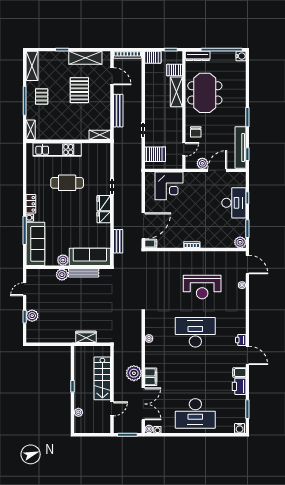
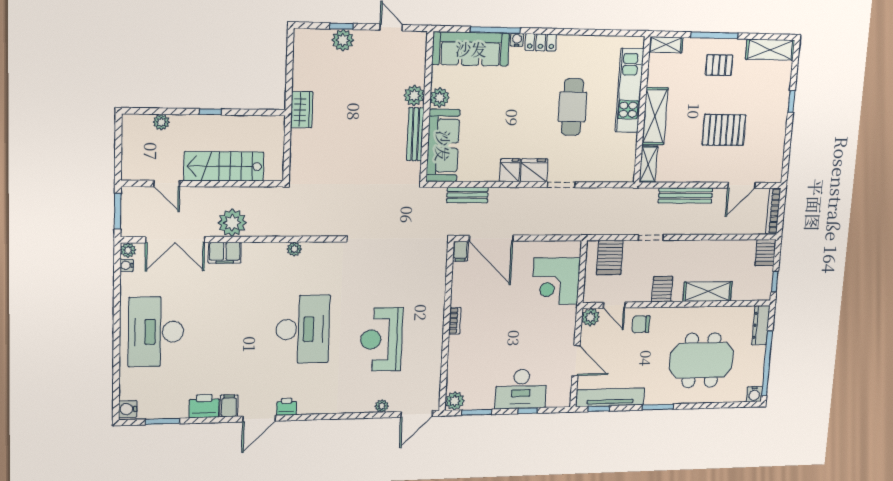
shelving: (85, 58) -> (655, 116), moved
server rack: (175, 70) -> (662, 289), moved
meeting table: (205, 93) -> (701, 360), moved
plant: (202, 163) -> (591, 317), moved
wardrobe: (86, 337) -> (302, 110), moved

